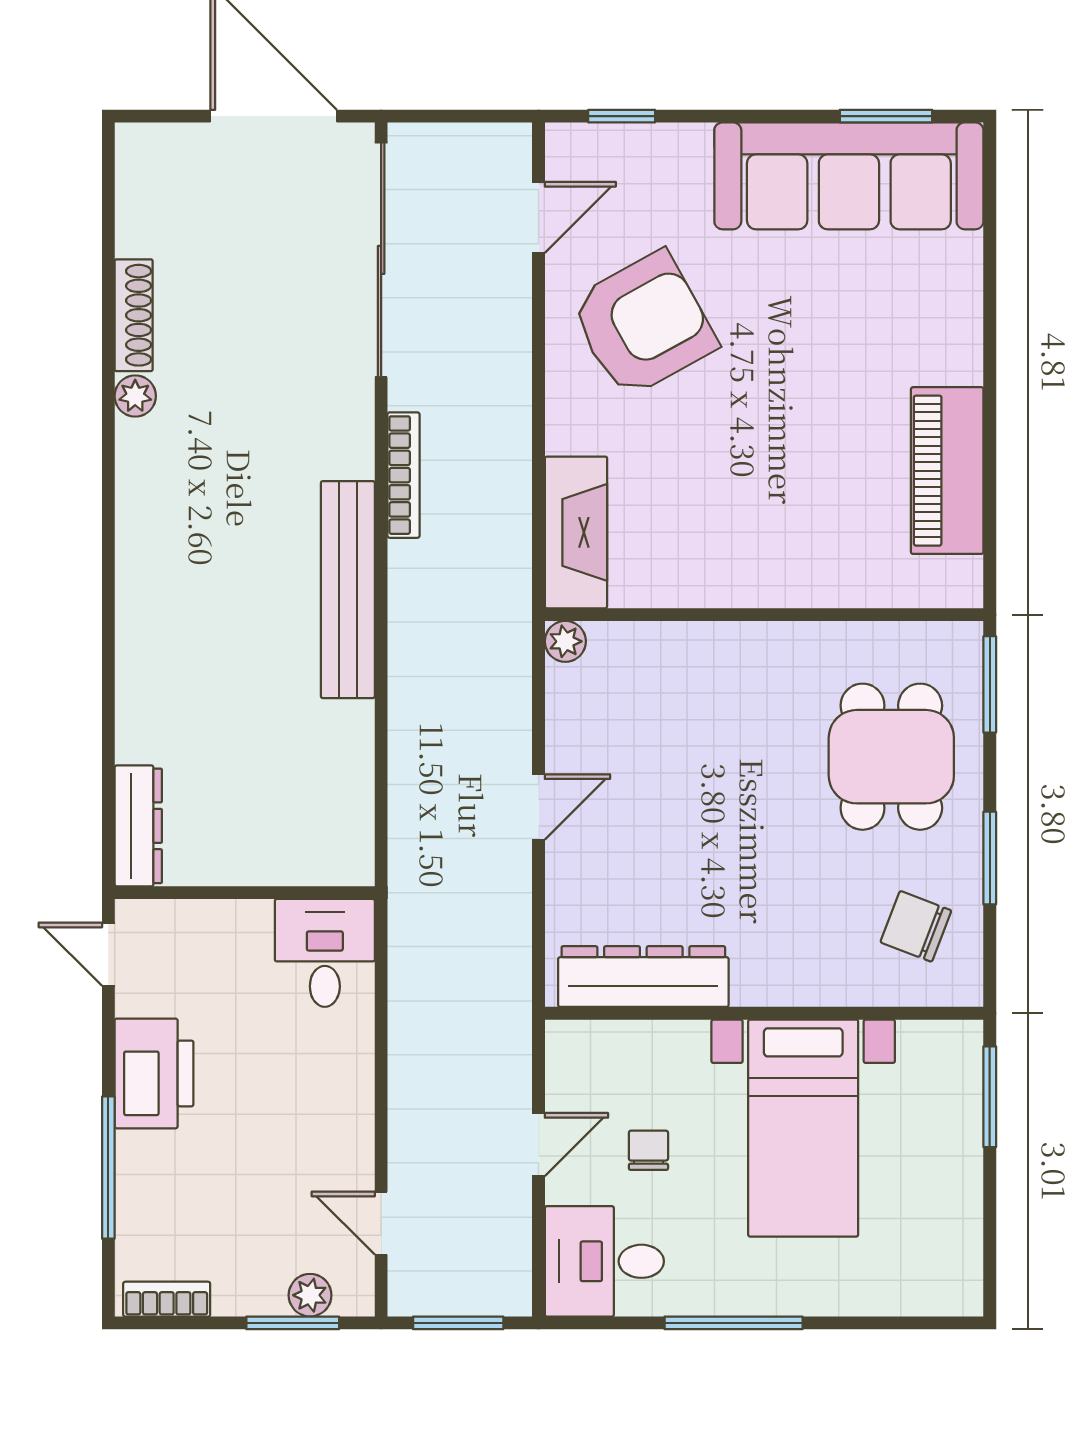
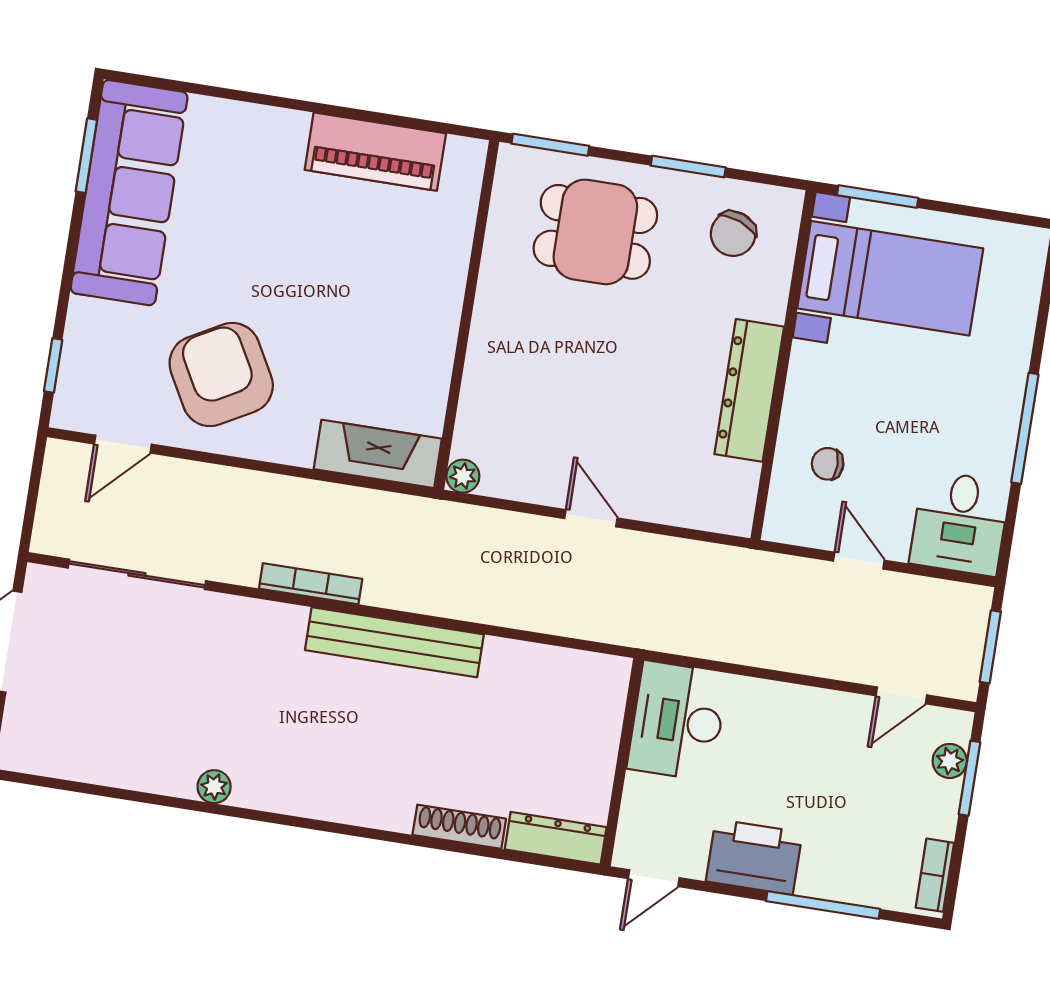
door: (539, 217) -> (123, 444), swing flipped
sliding door: (381, 260) -> (137, 574), width x0.73
shoe rack: (134, 315) -> (459, 827), moved
desk: (325, 953) -> (677, 721), width x1.37
dresser: (643, 977) -> (749, 390), moved
bed with nightstands: (803, 1128) -> (890, 278), moved
chair: (648, 1150) -> (828, 464), moved

